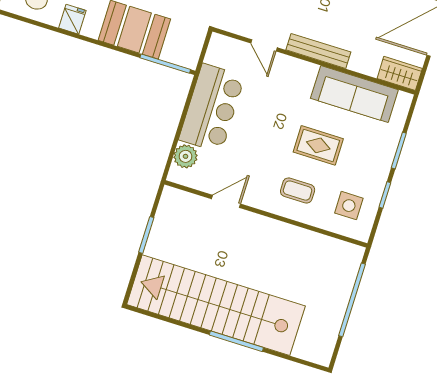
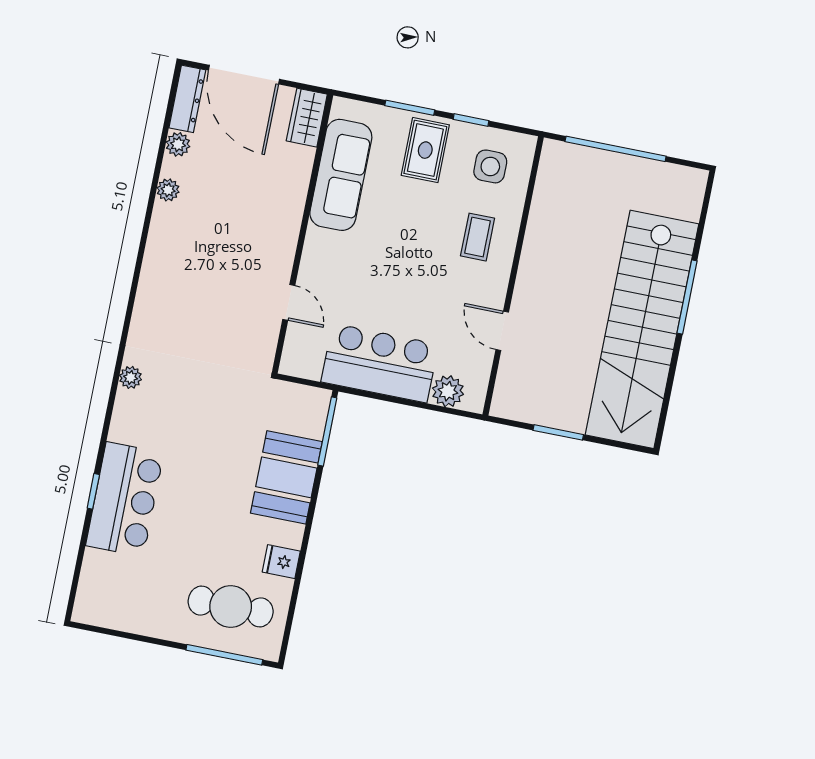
door: (264, 45) -> (289, 302), hinge flipped
bench: (318, 51) -> (289, 229), removed
rug: (318, 145) -> (425, 150), moved

